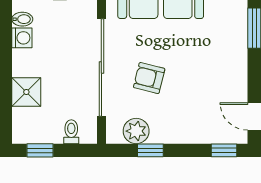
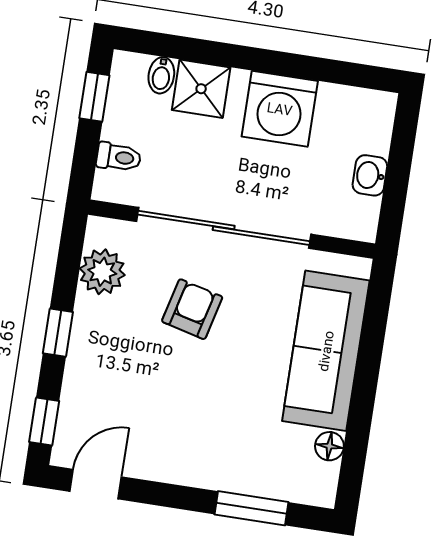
bidet: (22, 19) -> (161, 75), moved
washing machine: (22, 38) -> (280, 109), width x1.89, depth x1.89
window: (150, 150) -> (58, 333), moved

